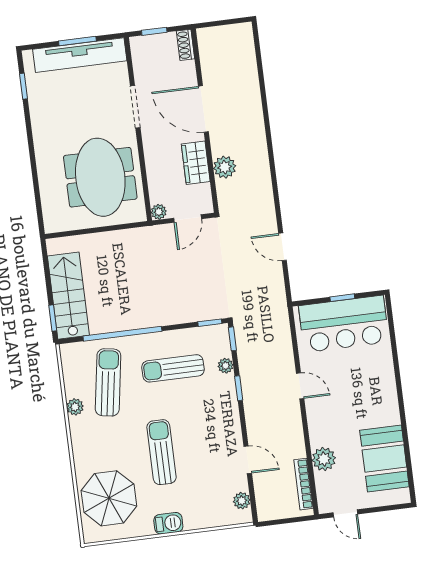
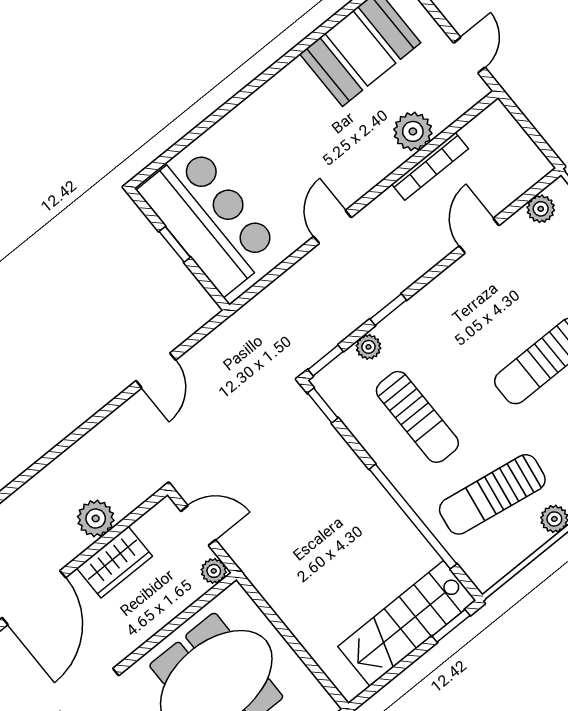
bookcase: (303, 484) -> (430, 166), moved

